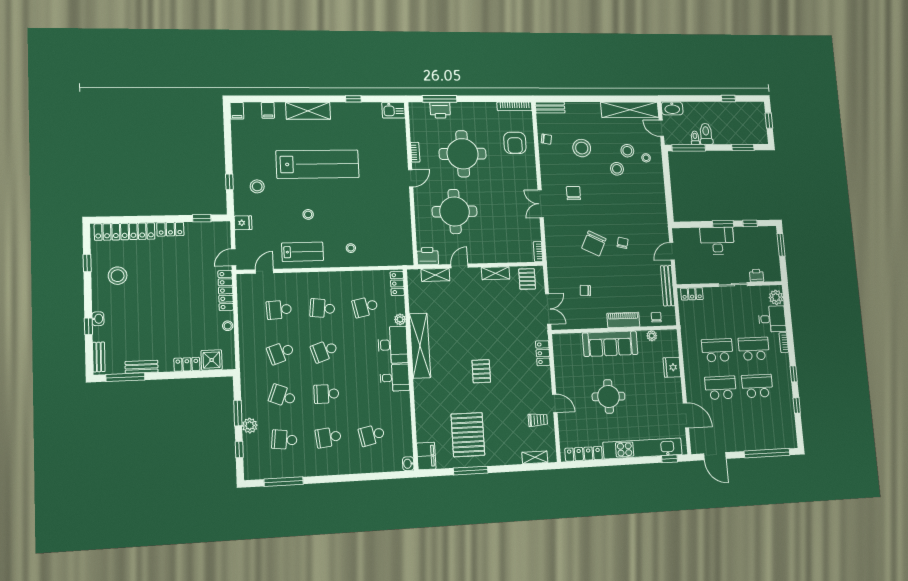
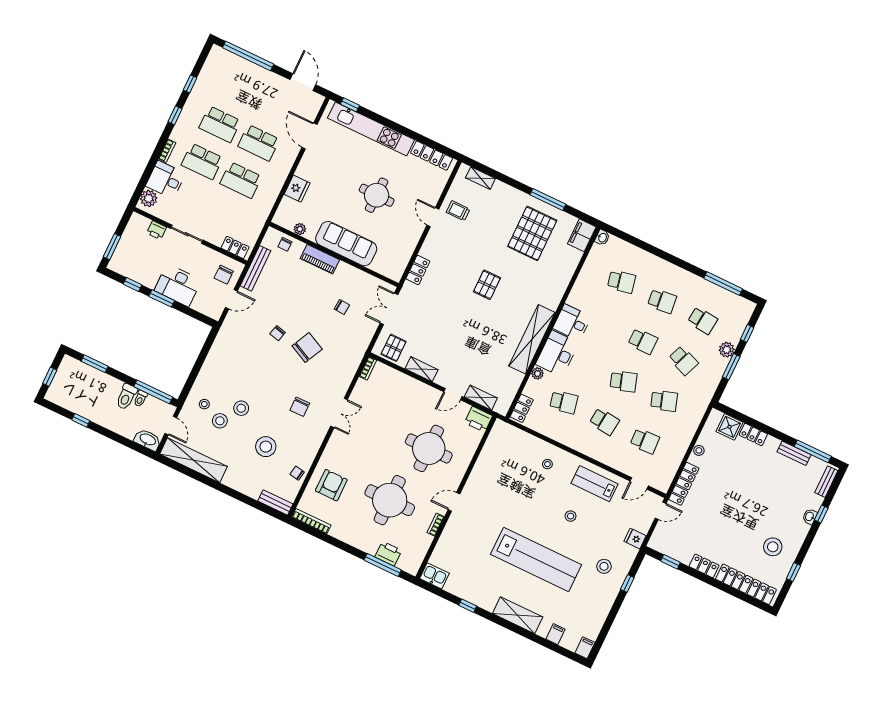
lab bench: (318, 164) -> (536, 559), turned 180
chair: (688, 268) -> (224, 275), added

